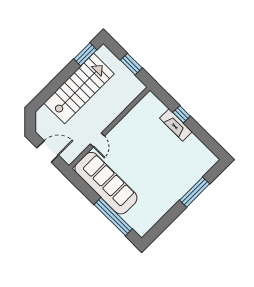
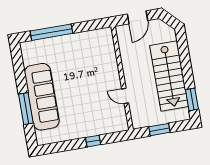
fireplace: (176, 125) -> (88, 131), removed
door: (97, 140) -> (125, 96), moved
sofa: (106, 183) -> (42, 97), moved, turned -90

